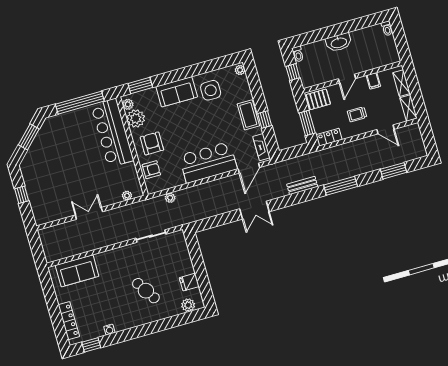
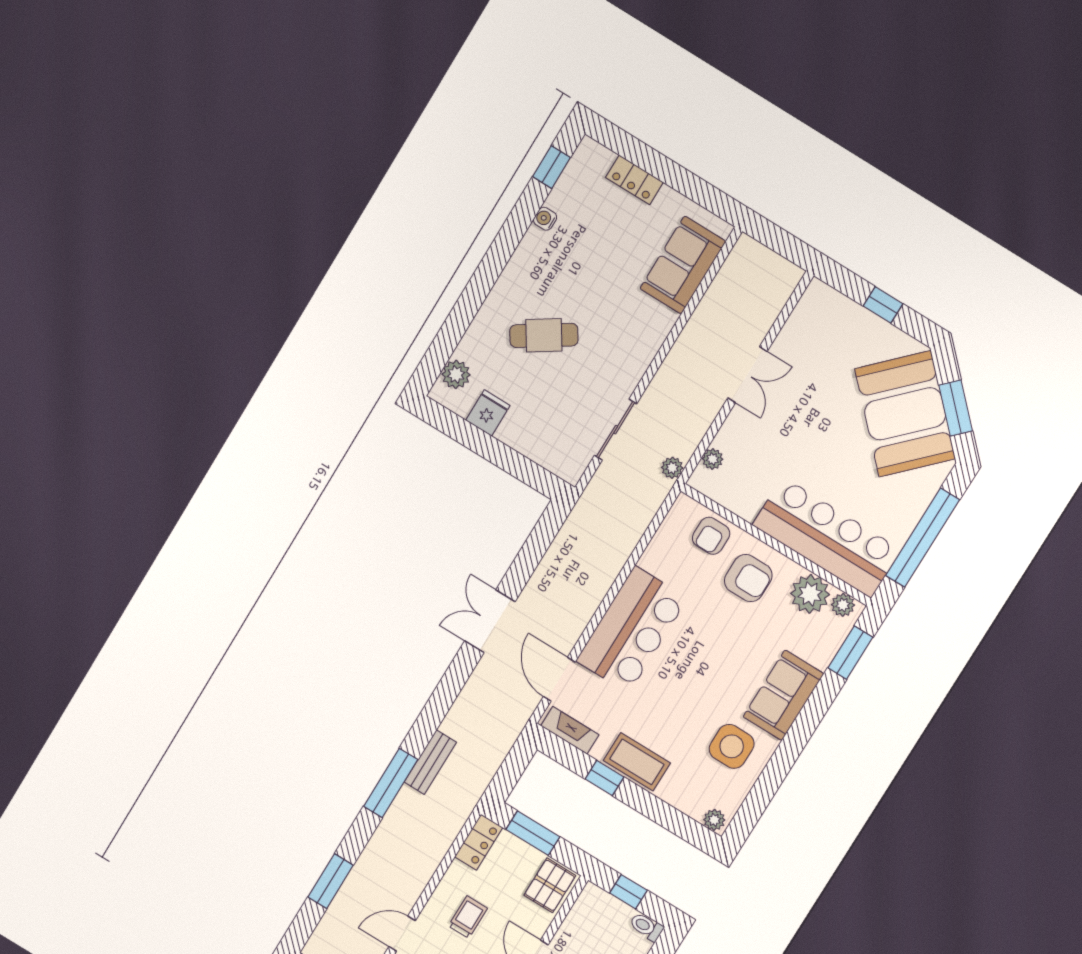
booth: (48, 151) -> (905, 414), added
bench: (302, 185) -> (430, 762), moved
plant: (170, 198) -> (672, 468), moved
locker: (69, 321) -> (634, 180), width x0.66

